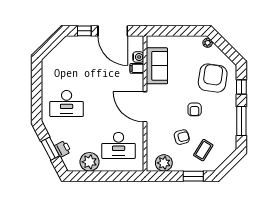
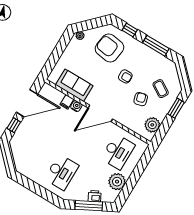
water cooler: (138, 57) -> (76, 106), moved
window: (50, 149) -> (89, 206), width x1.44

